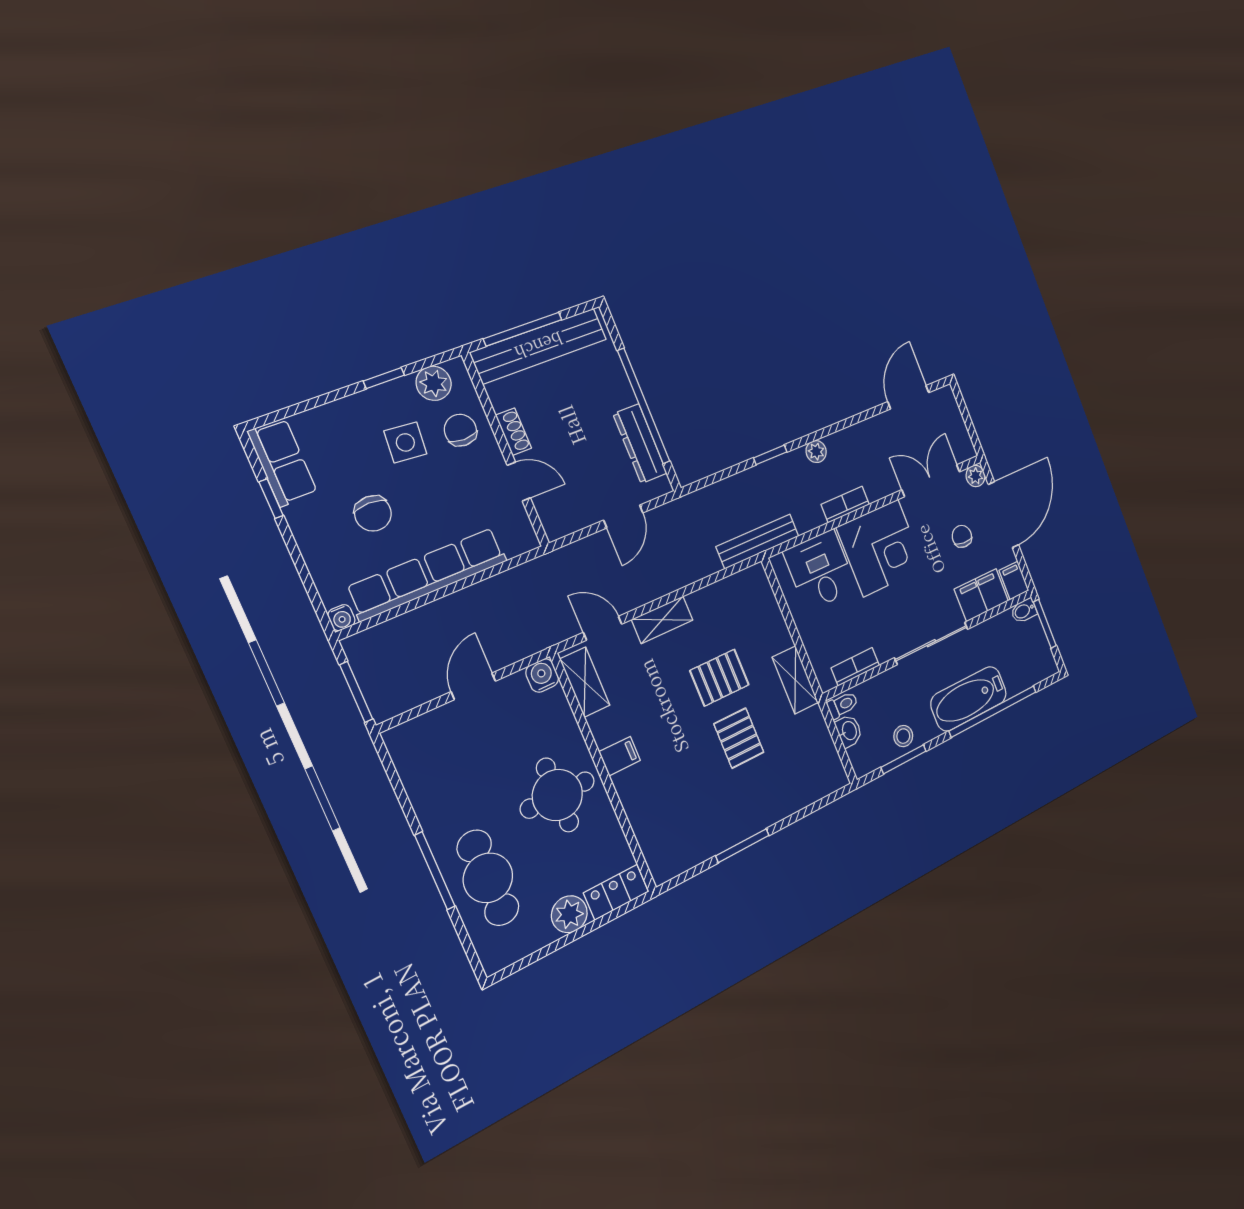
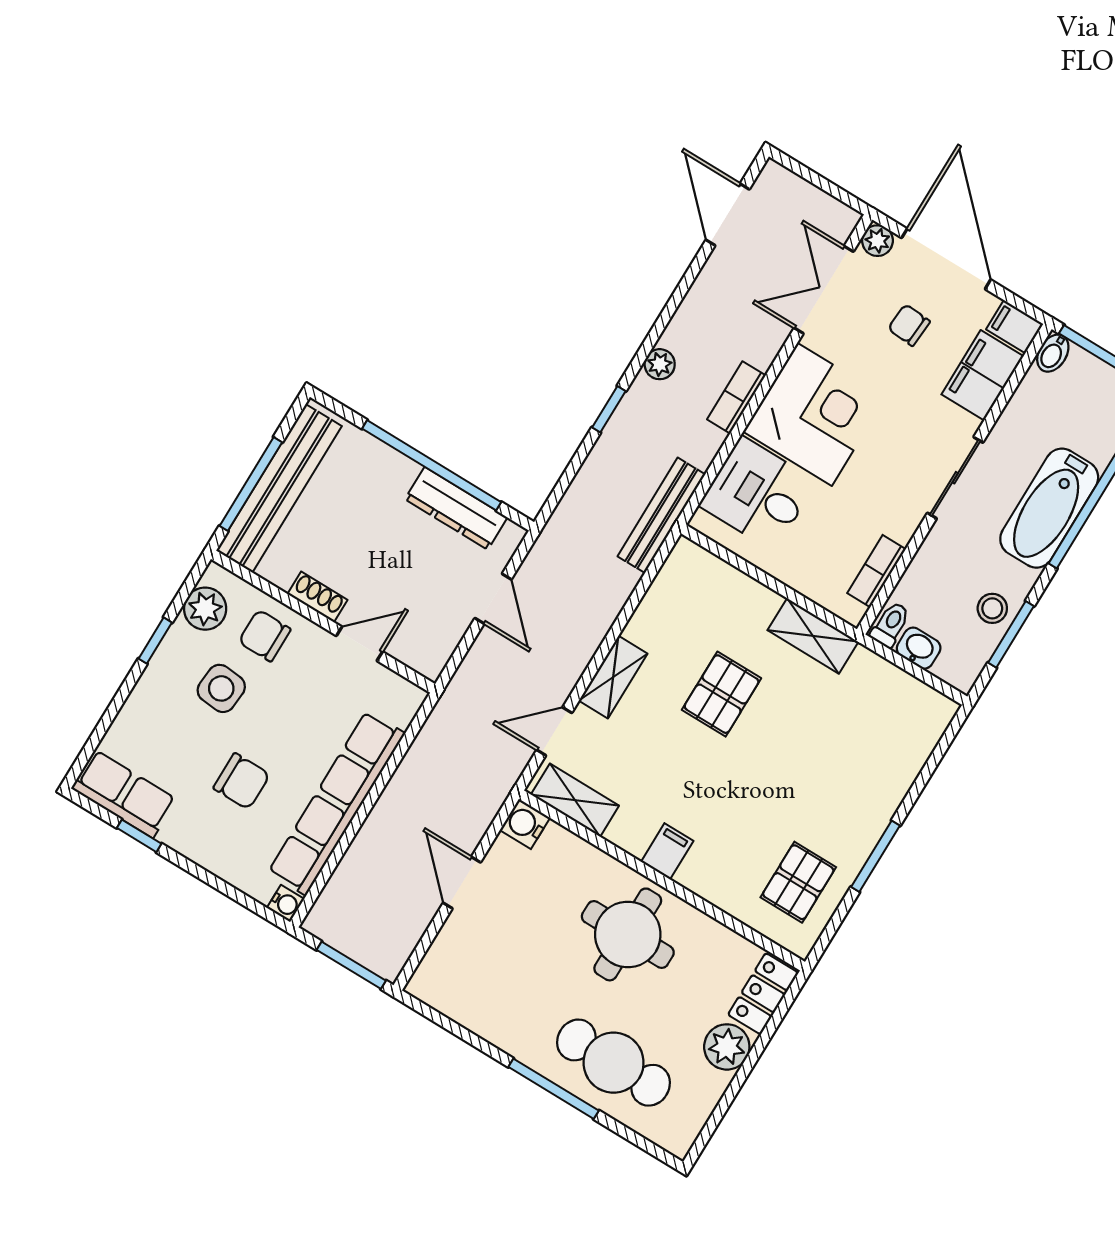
sliding door: (931, 643) -> (955, 478), width x0.73
pallet: (739, 738) -> (798, 882), moved, turned 90

